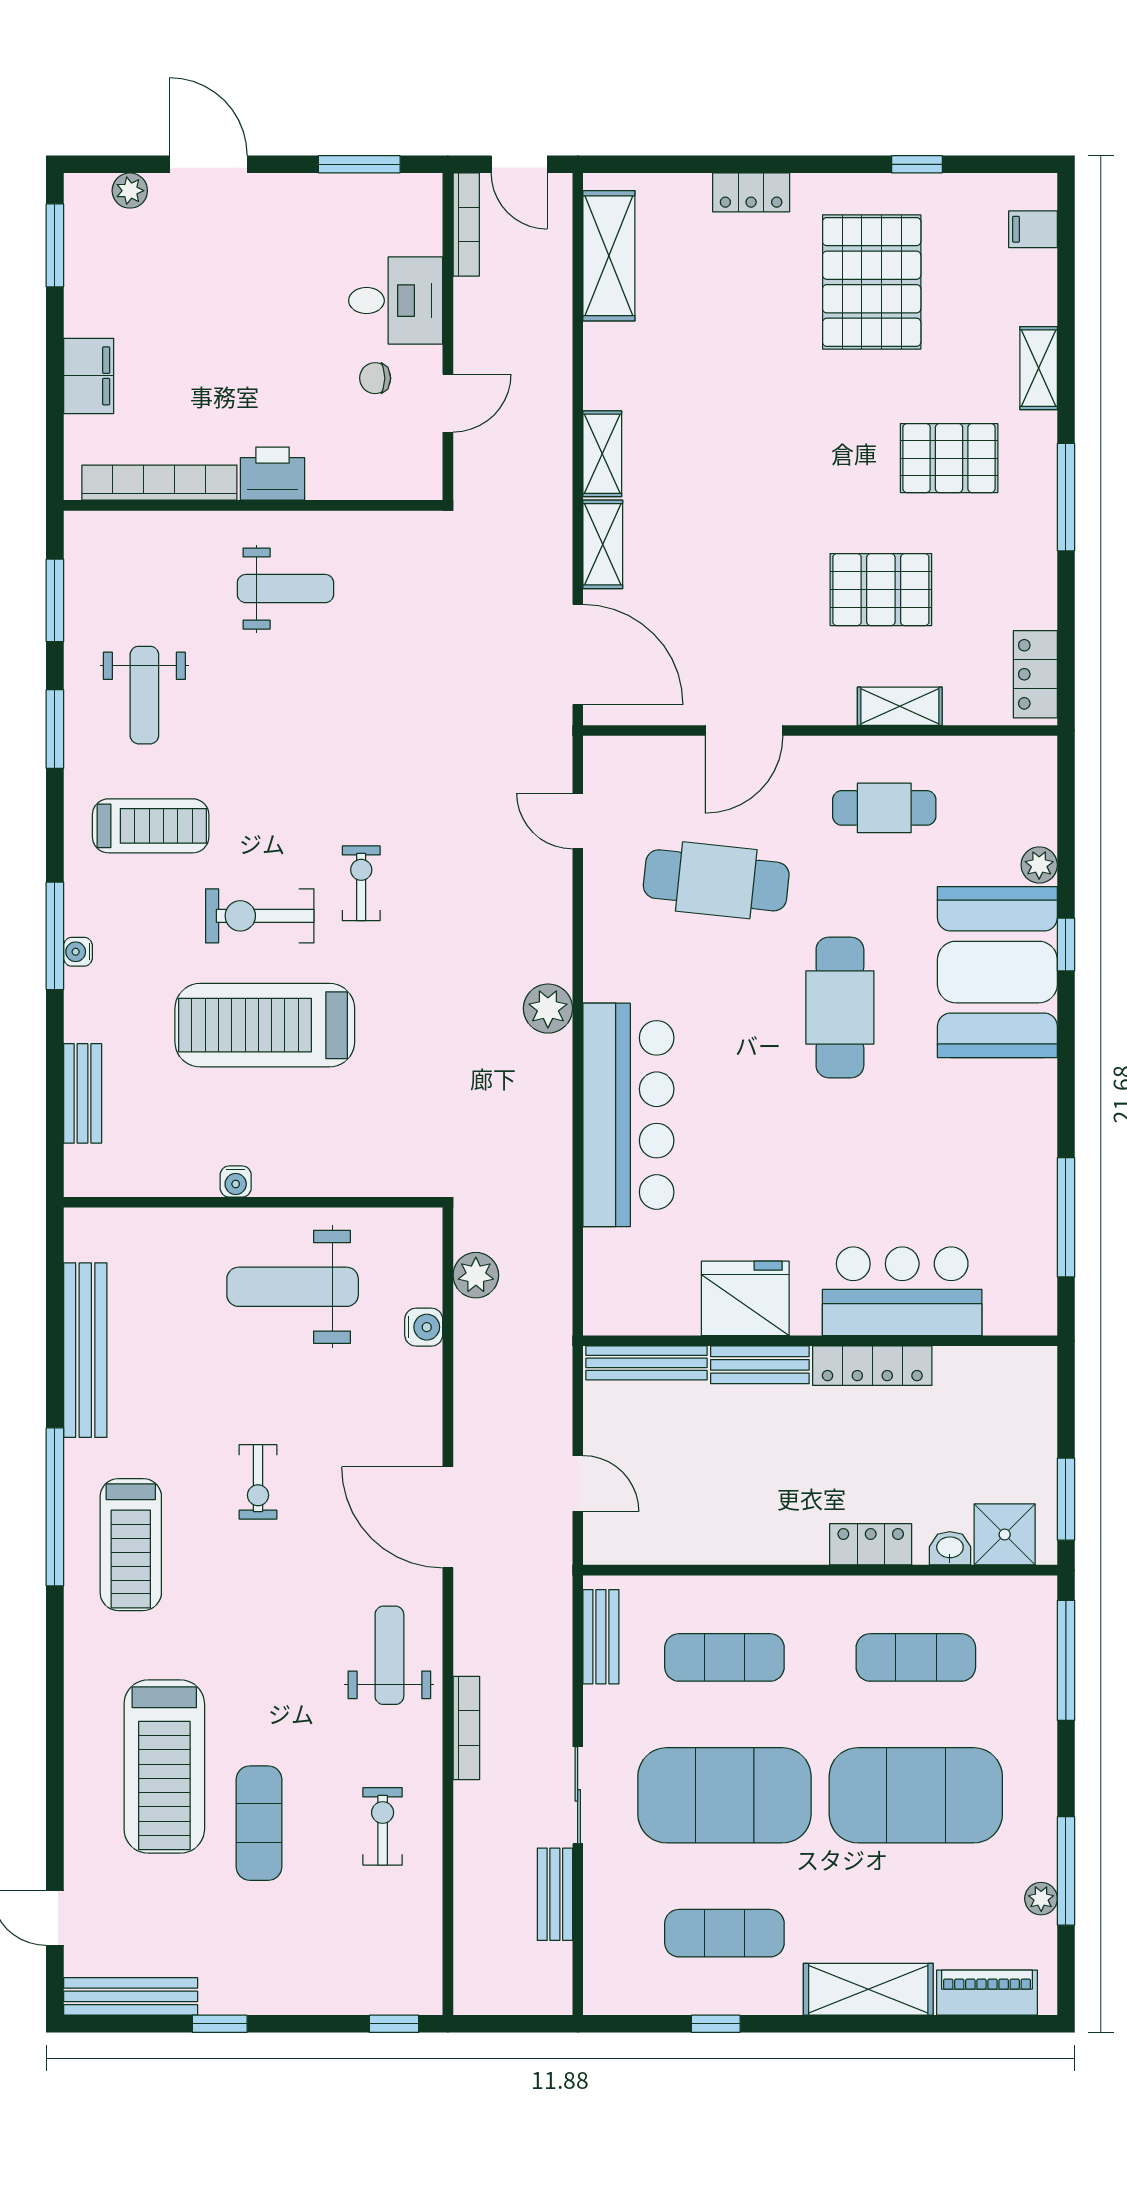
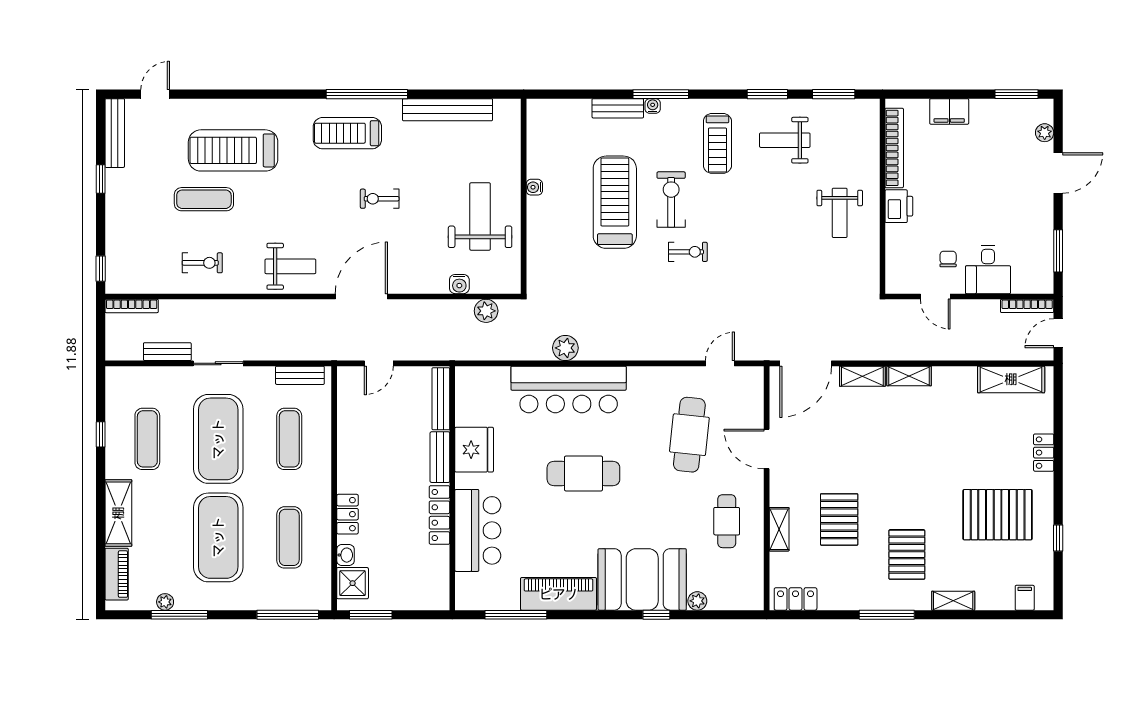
cafe table: (840, 1008) -> (583, 473), moved
plant: (548, 1009) -> (565, 348), moved
bench: (83, 1093) -> (618, 108), moved
piano: (1025, 1135) -> (559, 594), added
bookcase: (466, 1728) -> (132, 306), moved

